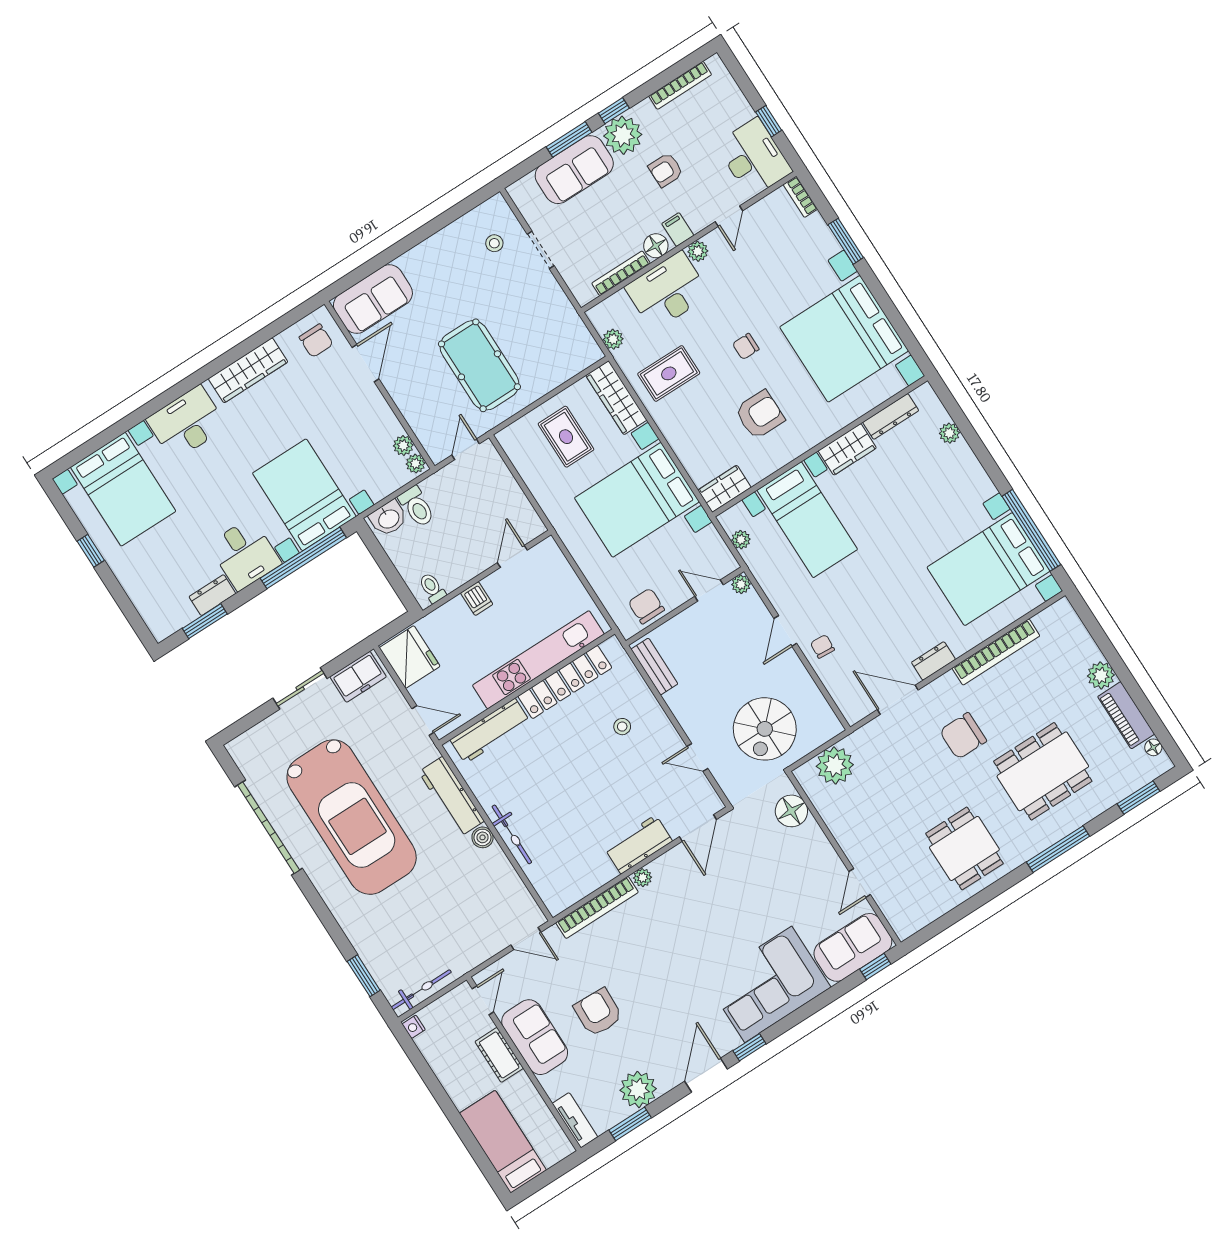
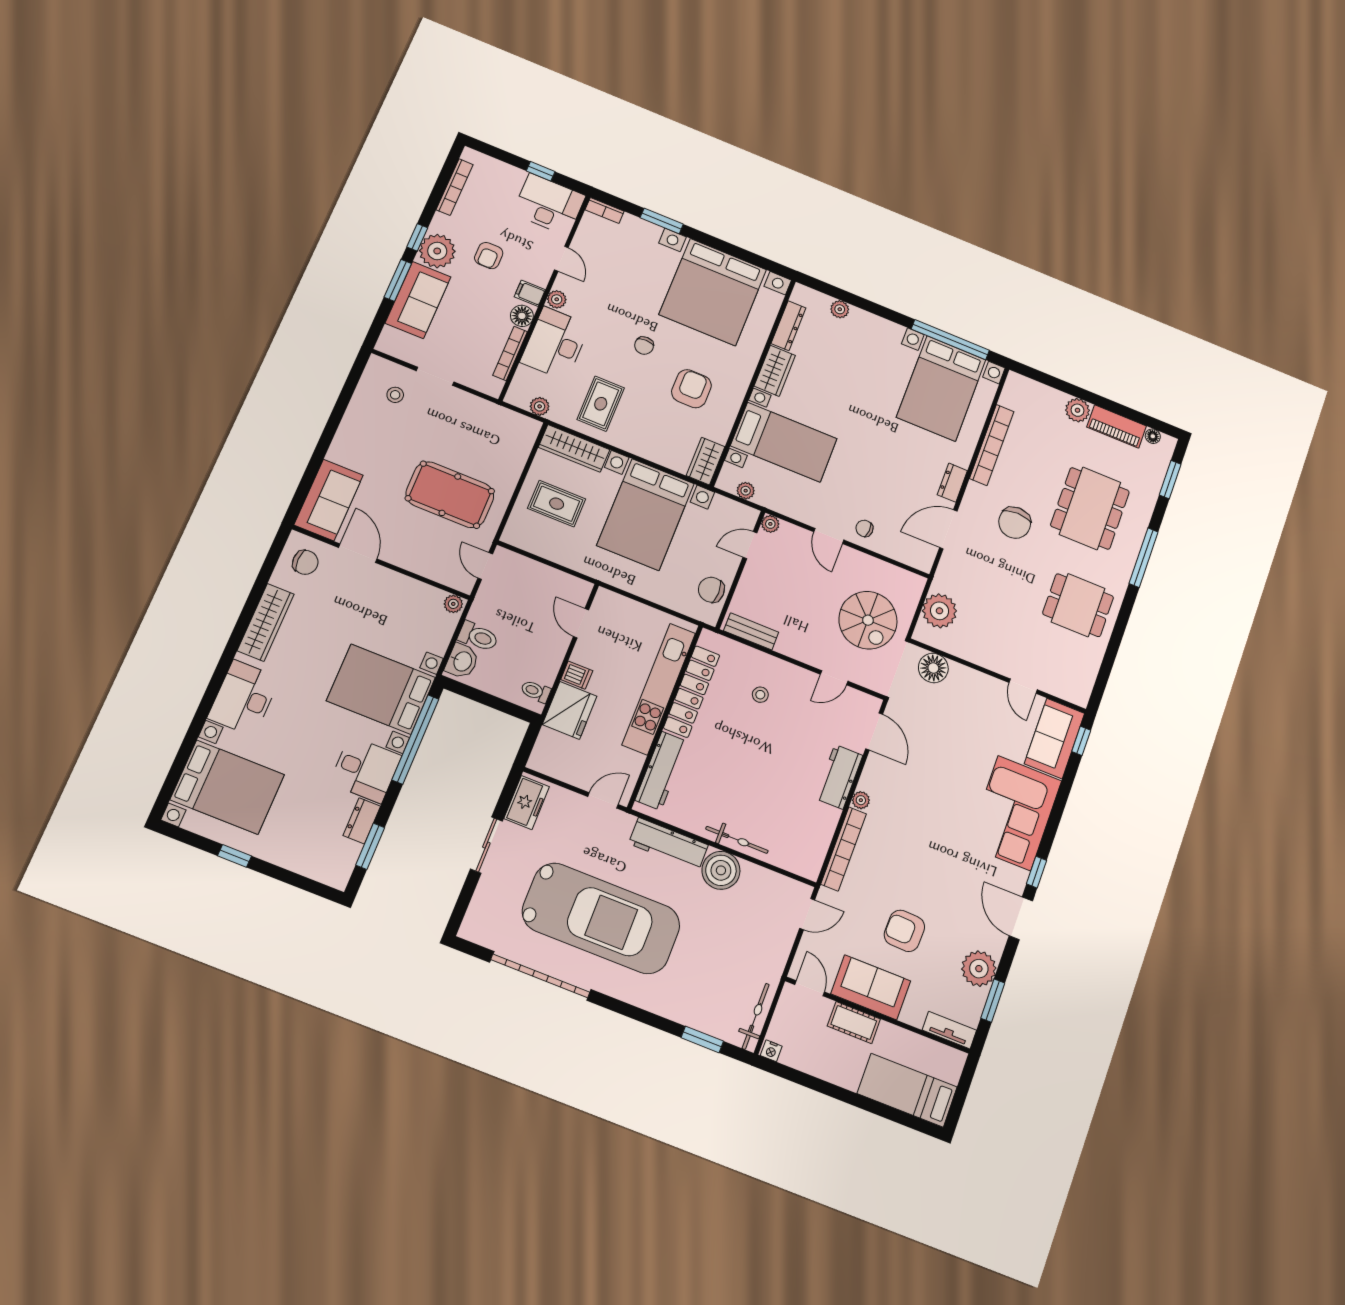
plant: (403, 445) -> (434, 596), removed
fridge: (410, 657) -> (570, 710), moved, turned 90
boiler: (483, 837) -> (721, 870), width x1.86, depth x1.86

